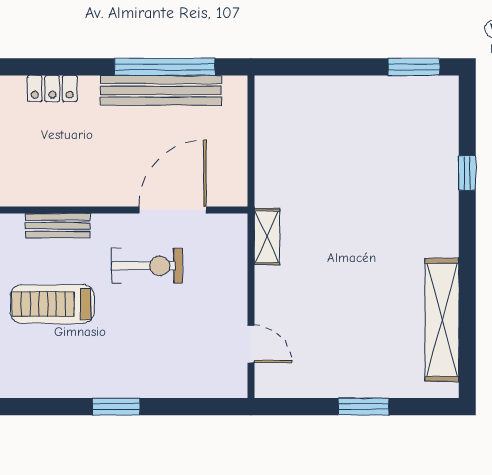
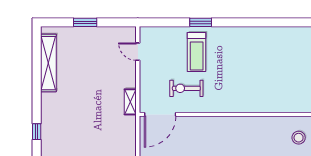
door: (173, 210) -> (160, 114), moved
bench: (58, 226) -> (228, 107), removed
treadmill: (52, 304) -> (197, 52), moved, turned 90

